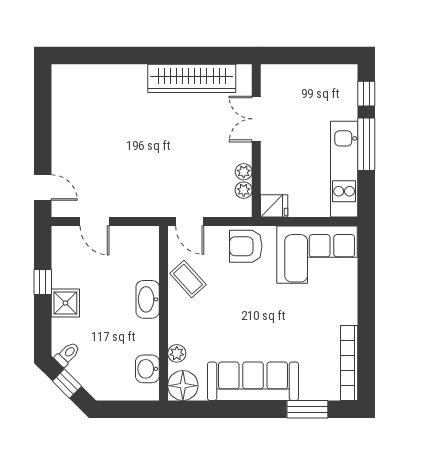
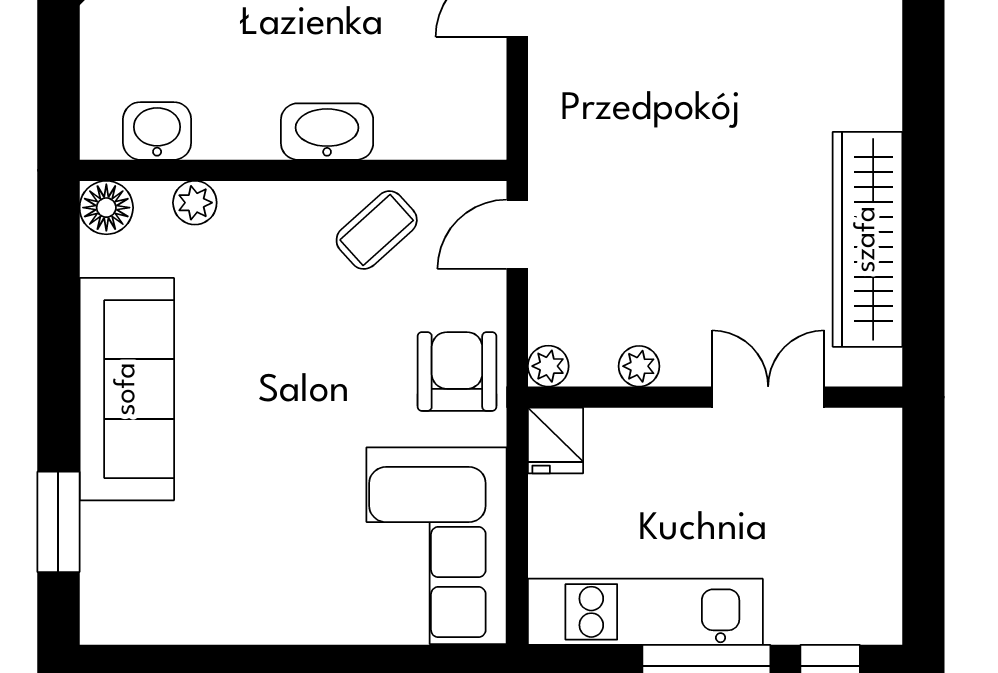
plant: (244, 190) -> (548, 366), moved
bookcase: (349, 363) -> (172, 624), removed
floor lamp: (183, 386) -> (106, 208), width x0.73, depth x0.73

